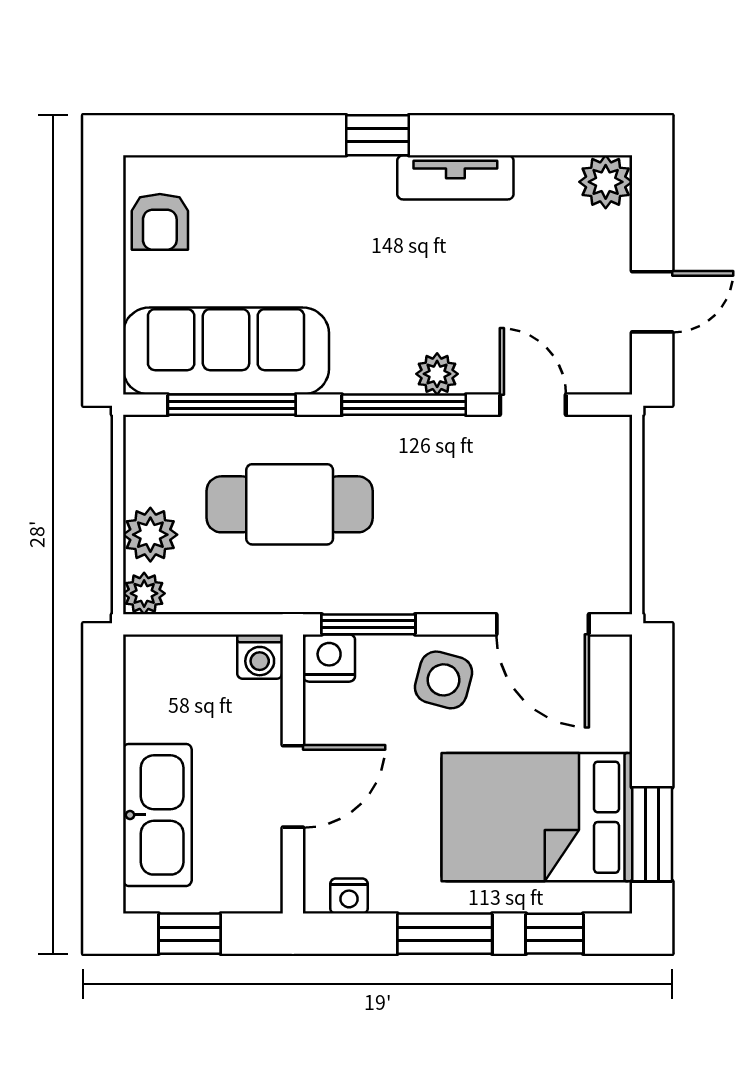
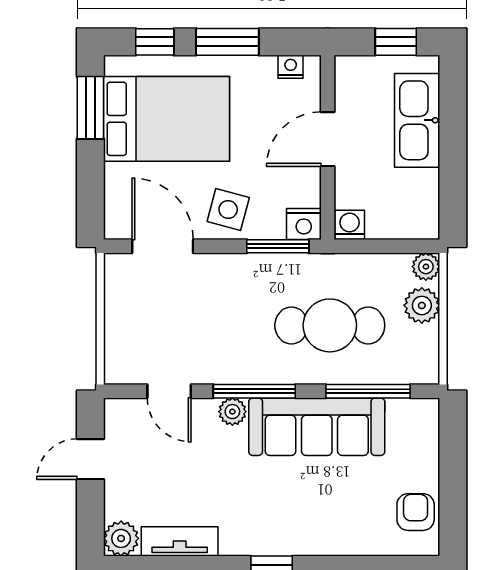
tv unit: (455, 177) -> (180, 541), moved
sofa: (226, 351) -> (317, 427), moved

